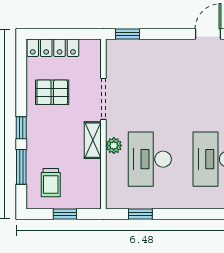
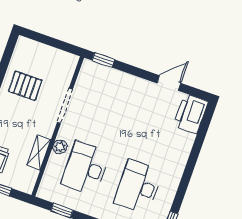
locker: (53, 48) -> (38, 50), removed
shelving: (93, 140) -> (39, 153), moved

